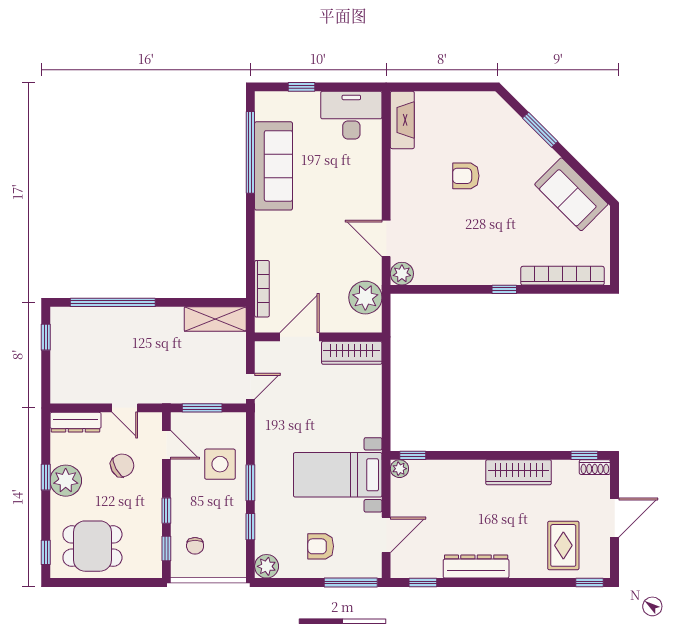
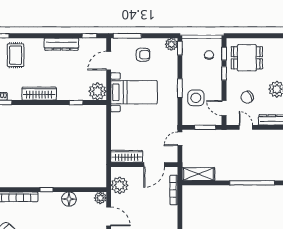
floor lamp: (462, 271) -> (69, 199), added
window: (413, 455) -> (76, 102), moved
plant: (399, 469) -> (97, 91), width x1.88, depth x1.88
window: (250, 527) -> (180, 48), moved
dining table: (92, 546) -> (247, 58), moved

